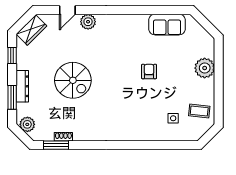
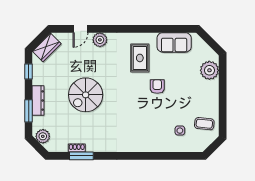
rug: (131, 41) -> (140, 58), added
plant: (205, 68) -> (209, 70), moved
spiral stairs: (73, 80) -> (86, 95), turned 90
window: (56, 145) -> (81, 156), moved

